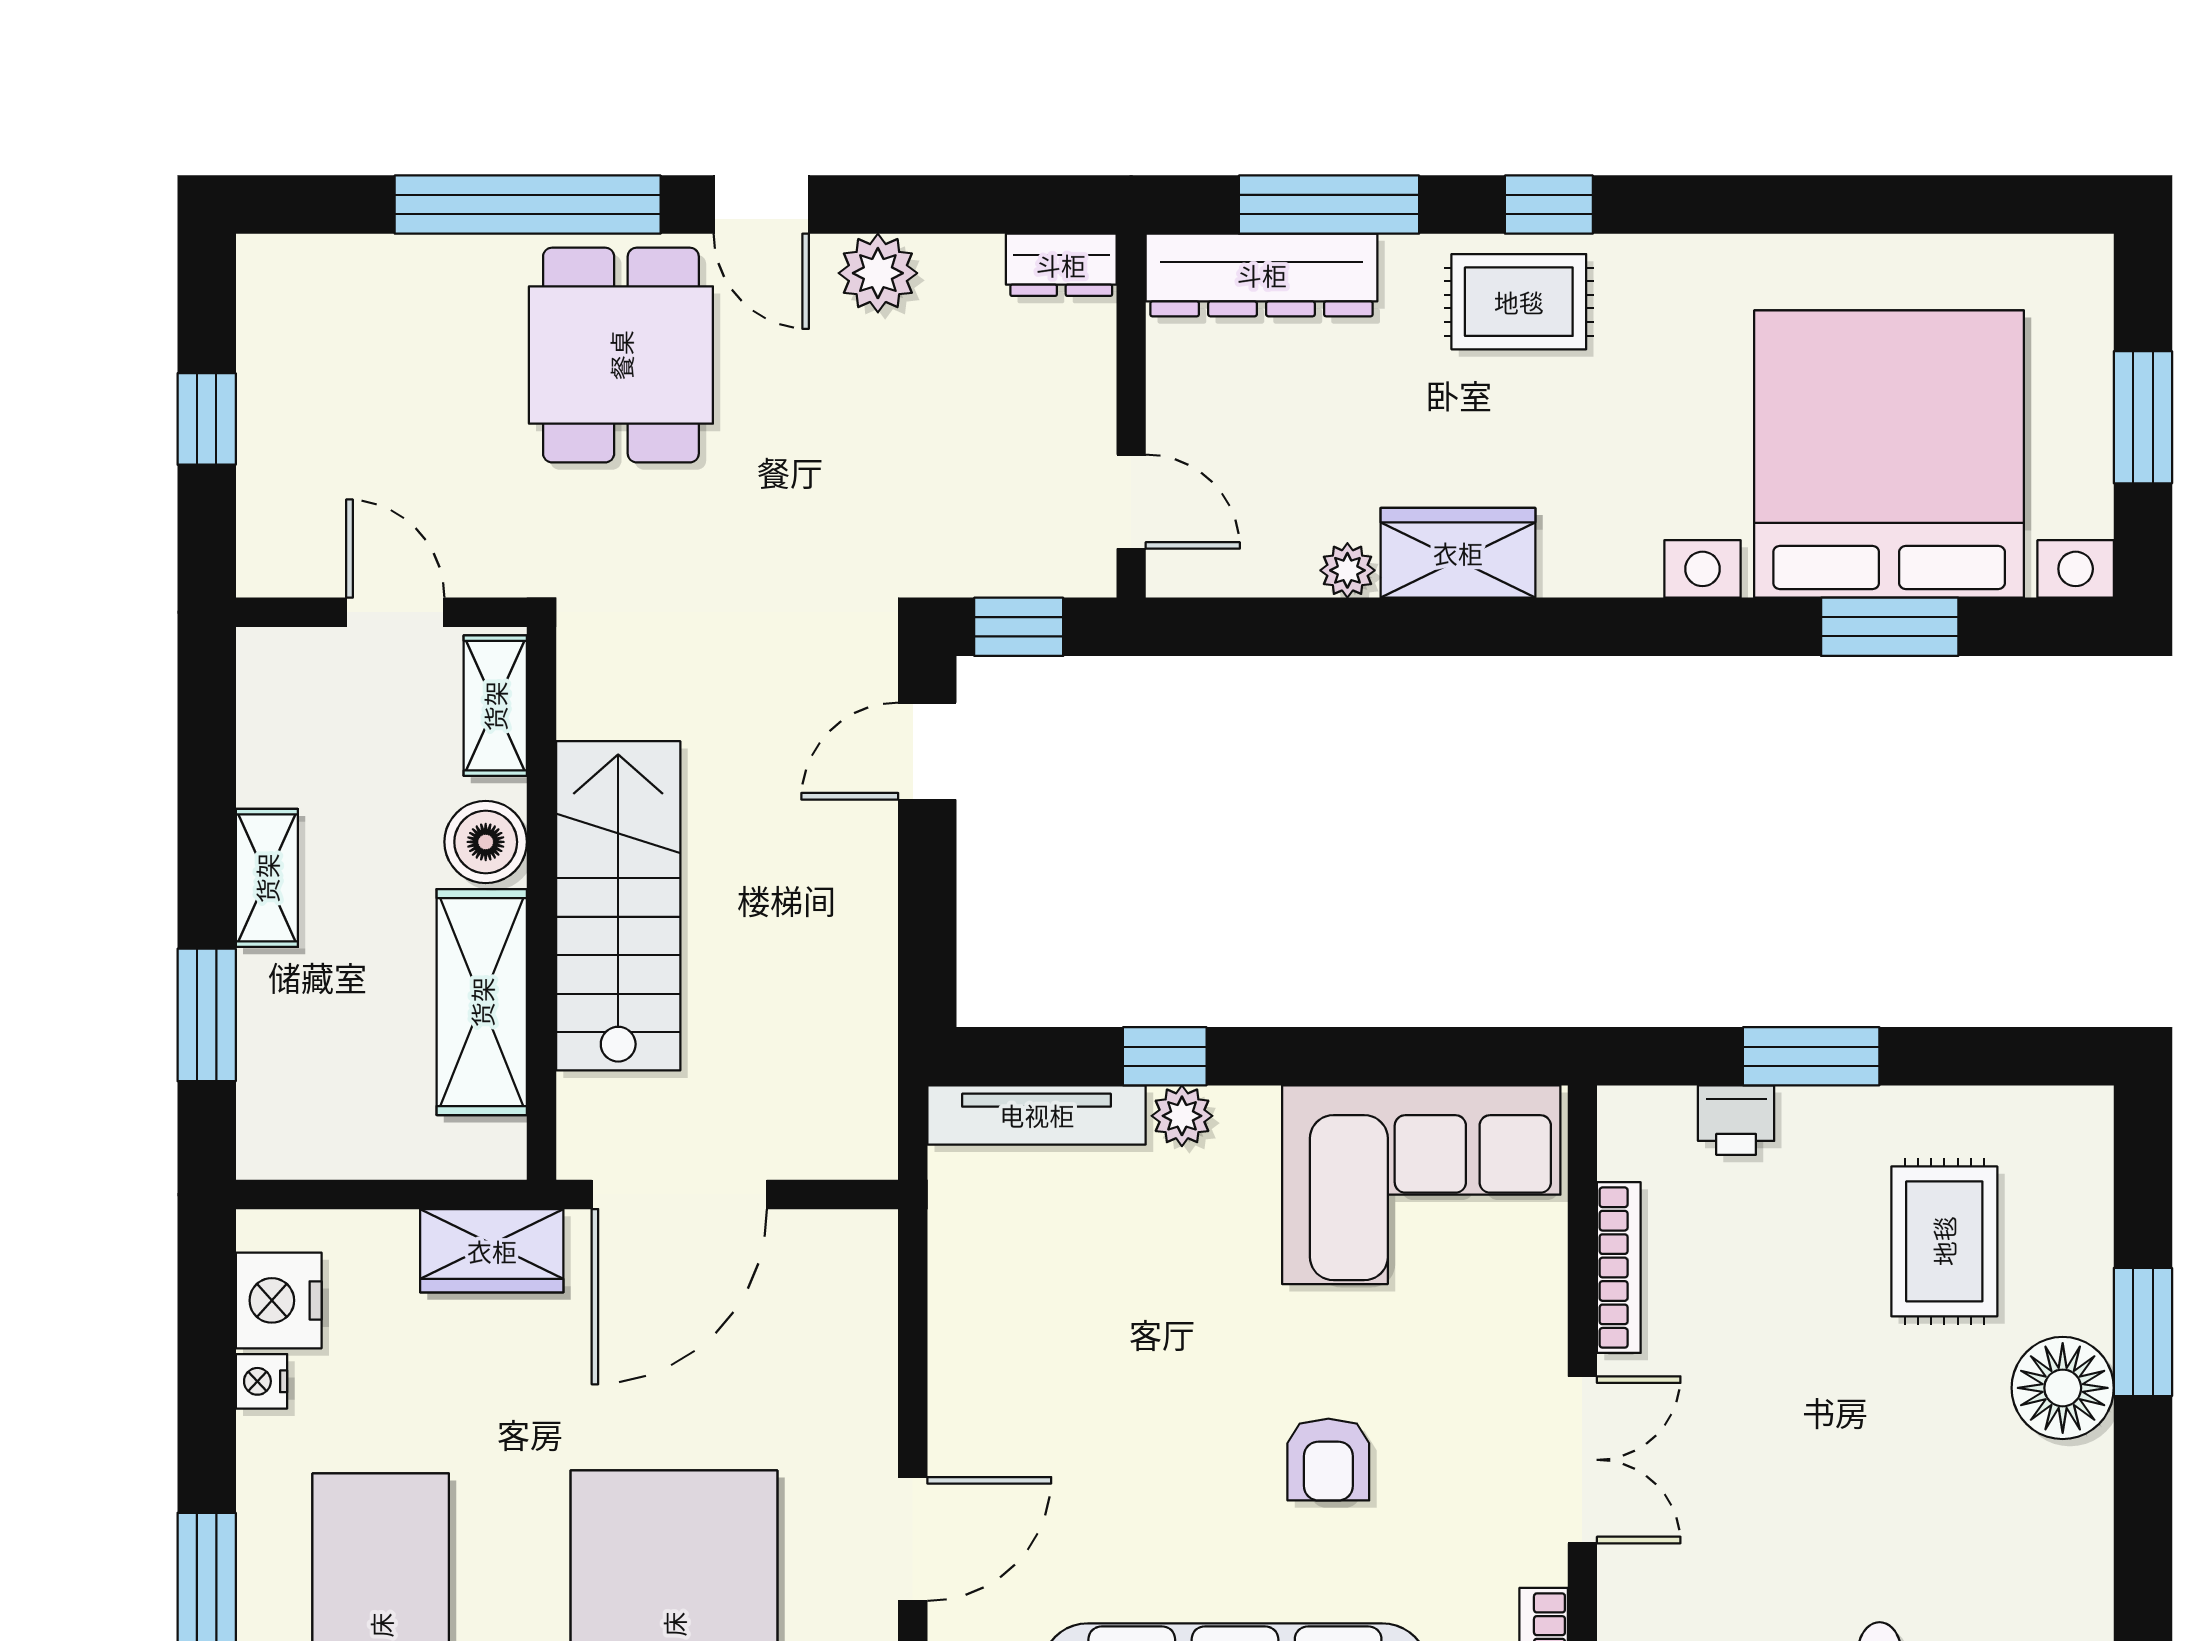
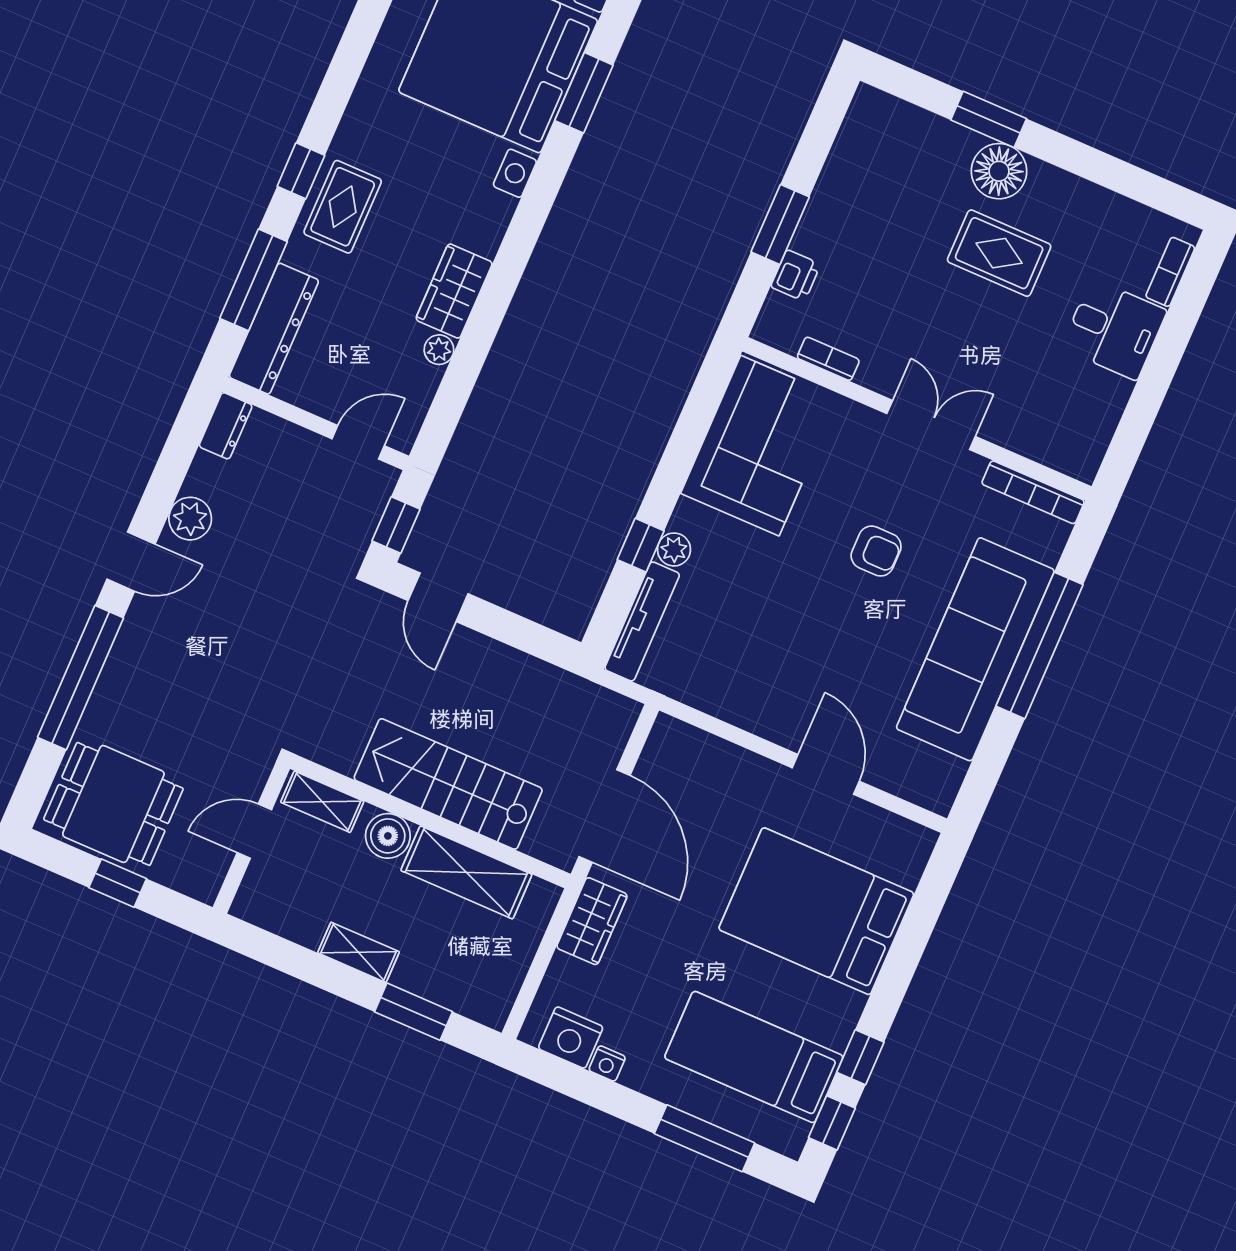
dining table: (621, 355) -> (113, 804), moved
rug: (1944, 1241) -> (999, 253), moved
bookcase: (1619, 1268) -> (828, 359), width x0.64

